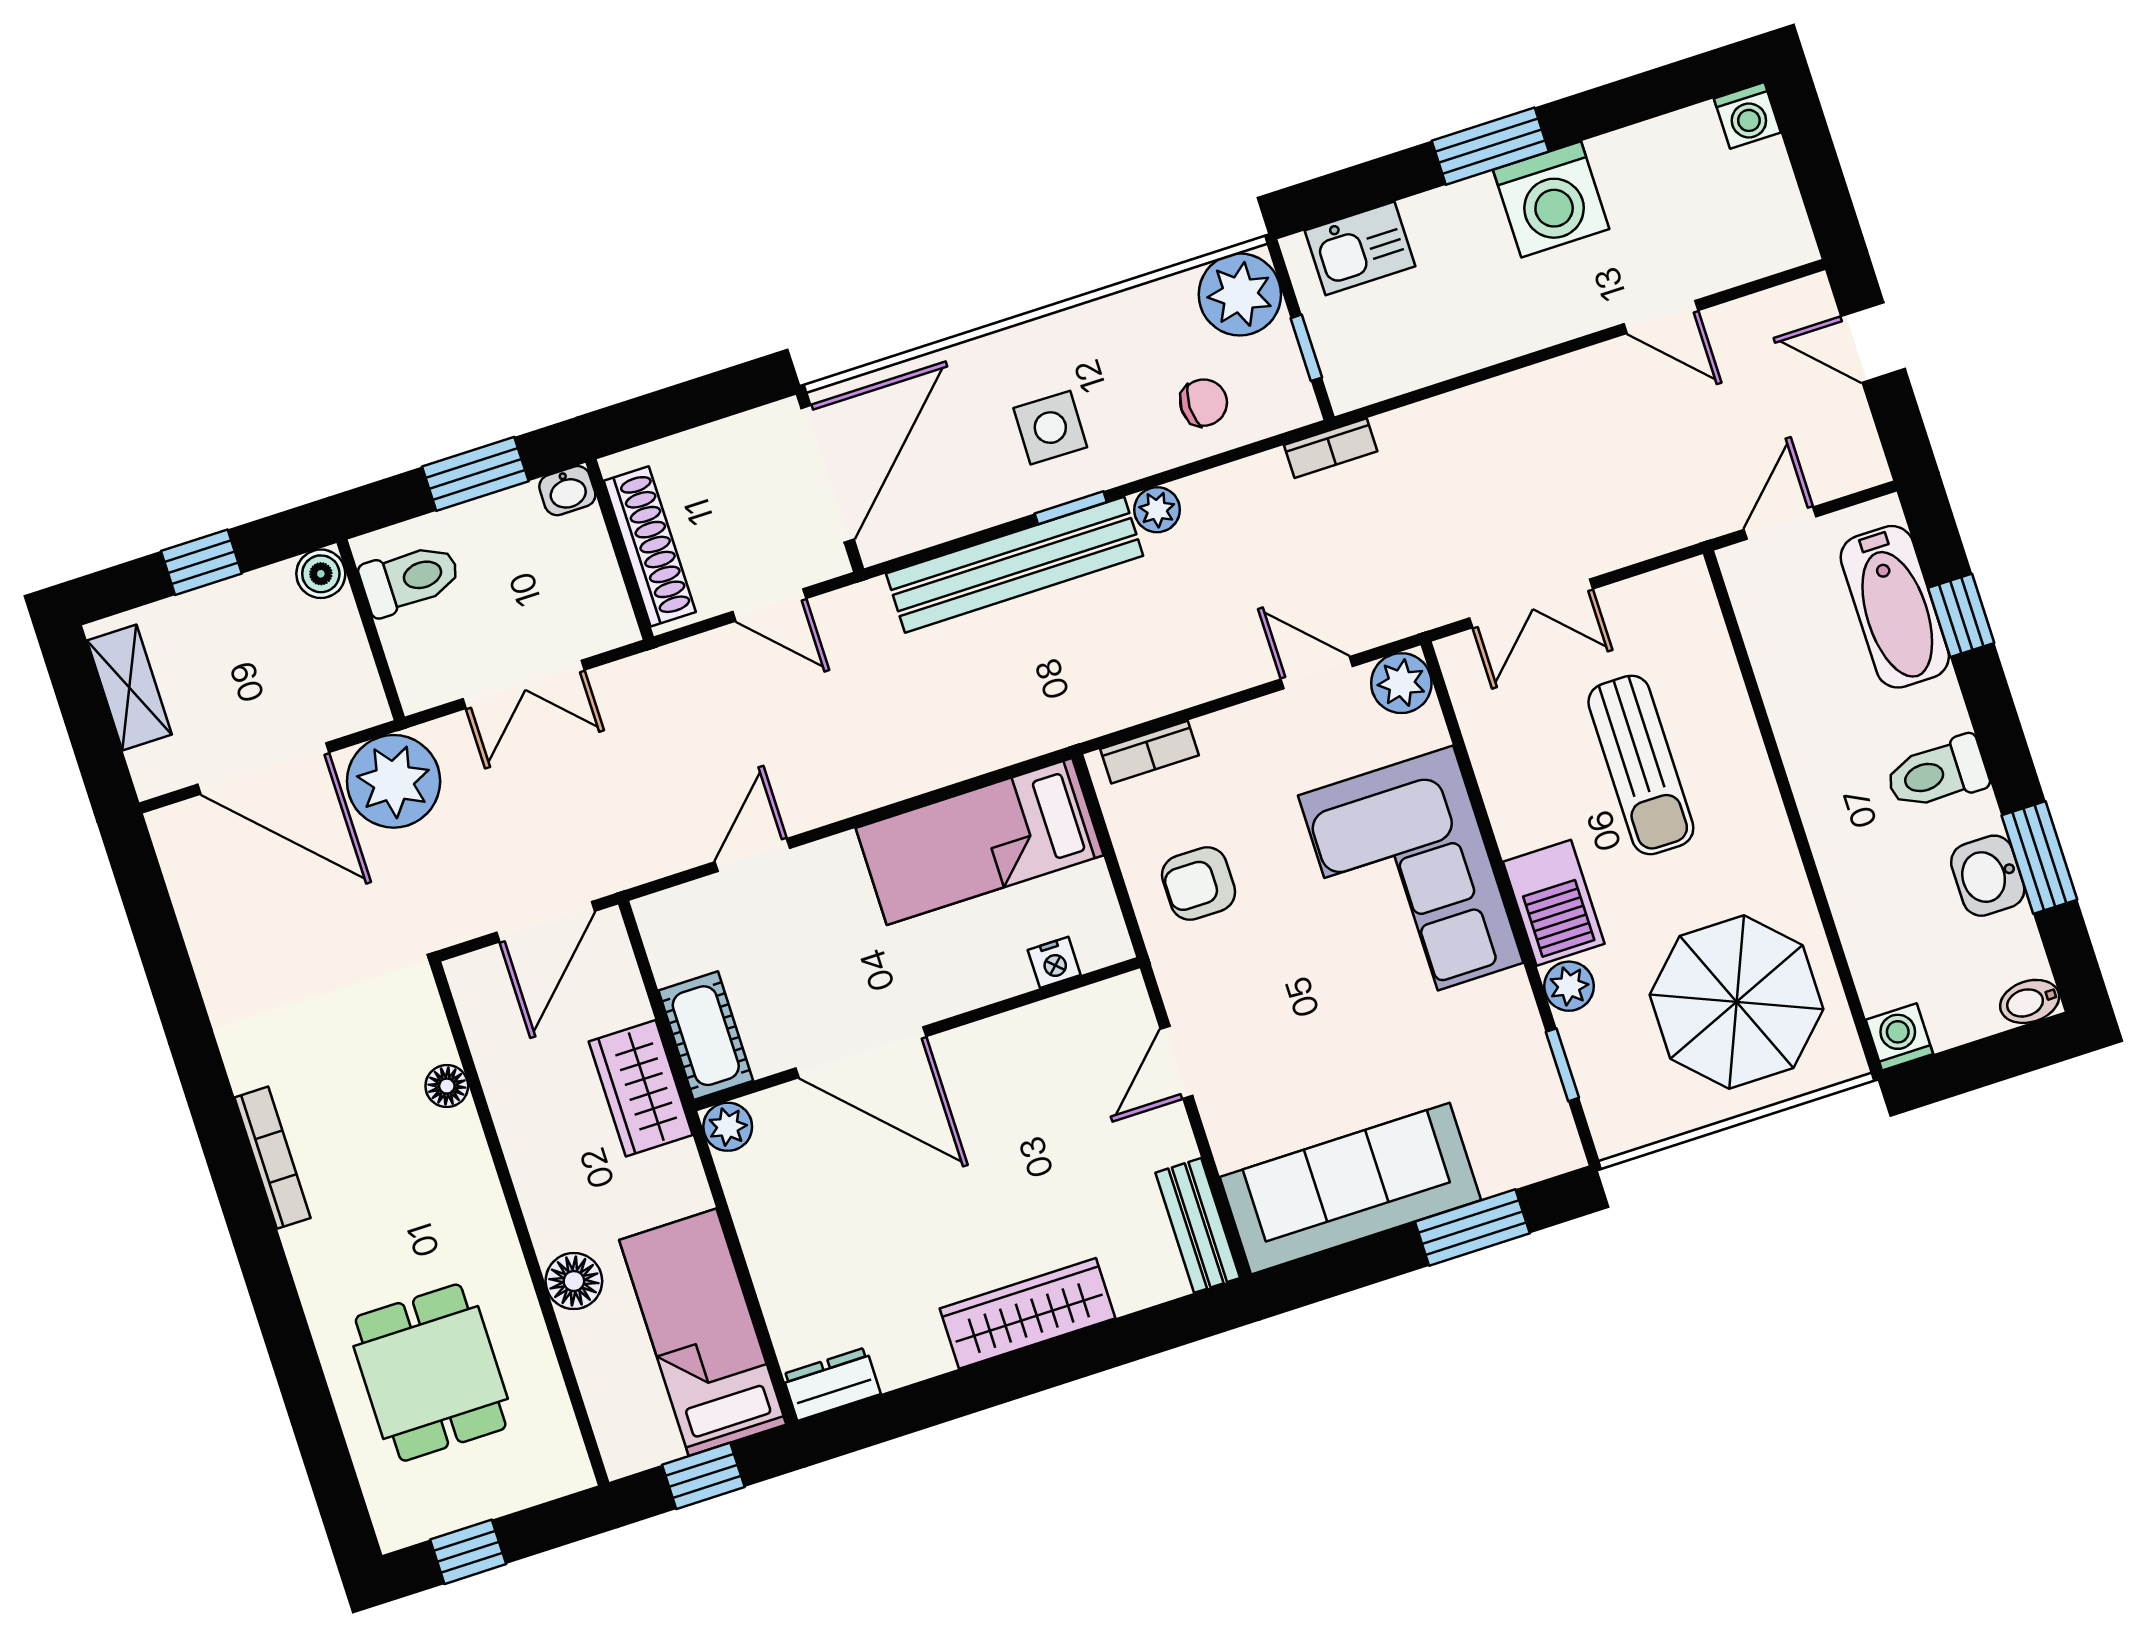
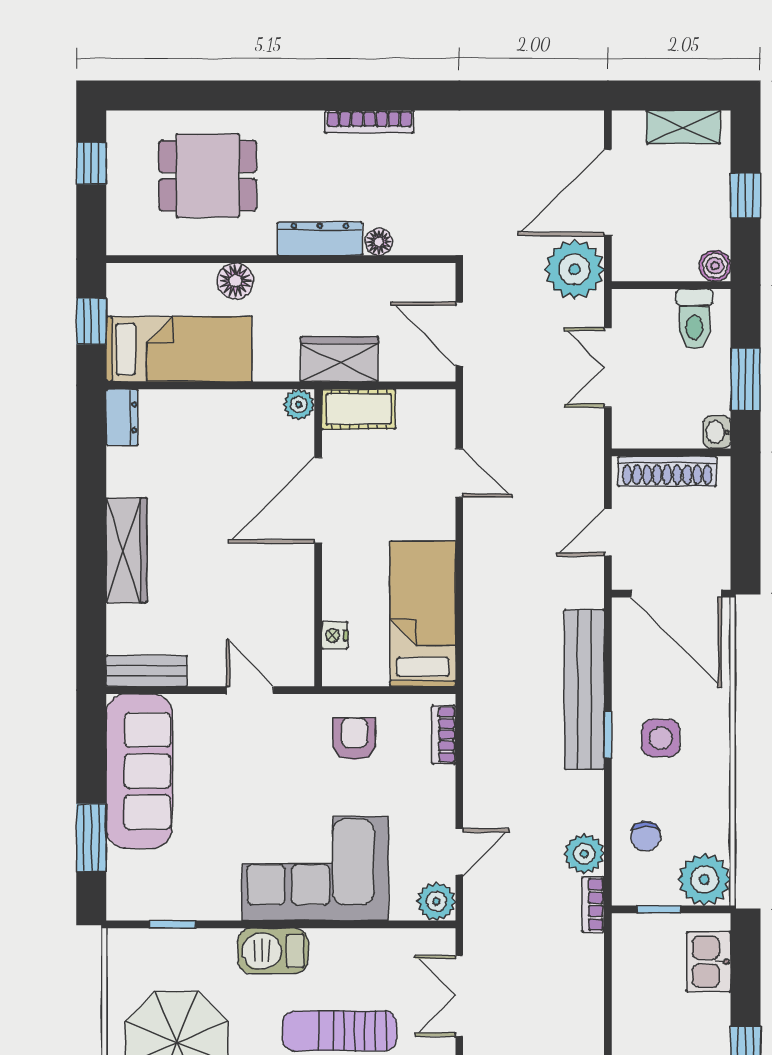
plant: (1157, 510) -> (584, 854), moved, width x1.38, depth x1.38
plant: (1569, 986) -> (219, 944), removed
dresser: (471, 1175) -> (320, 239), added

